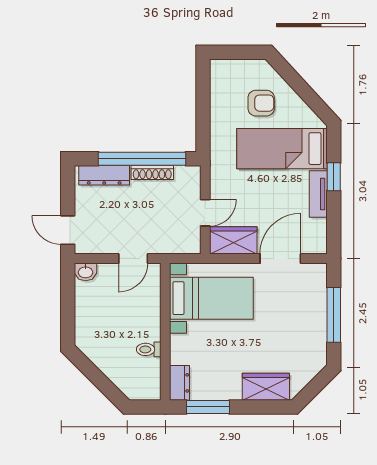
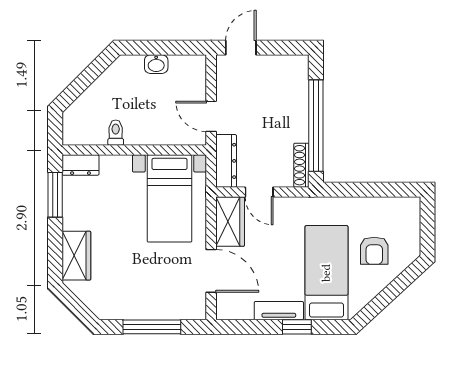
shoe rack: (152, 173) -> (301, 165), moved
dresser: (104, 175) -> (226, 161), moved, turned 180
washbasin: (86, 272) -> (156, 64), moved, turned -90

